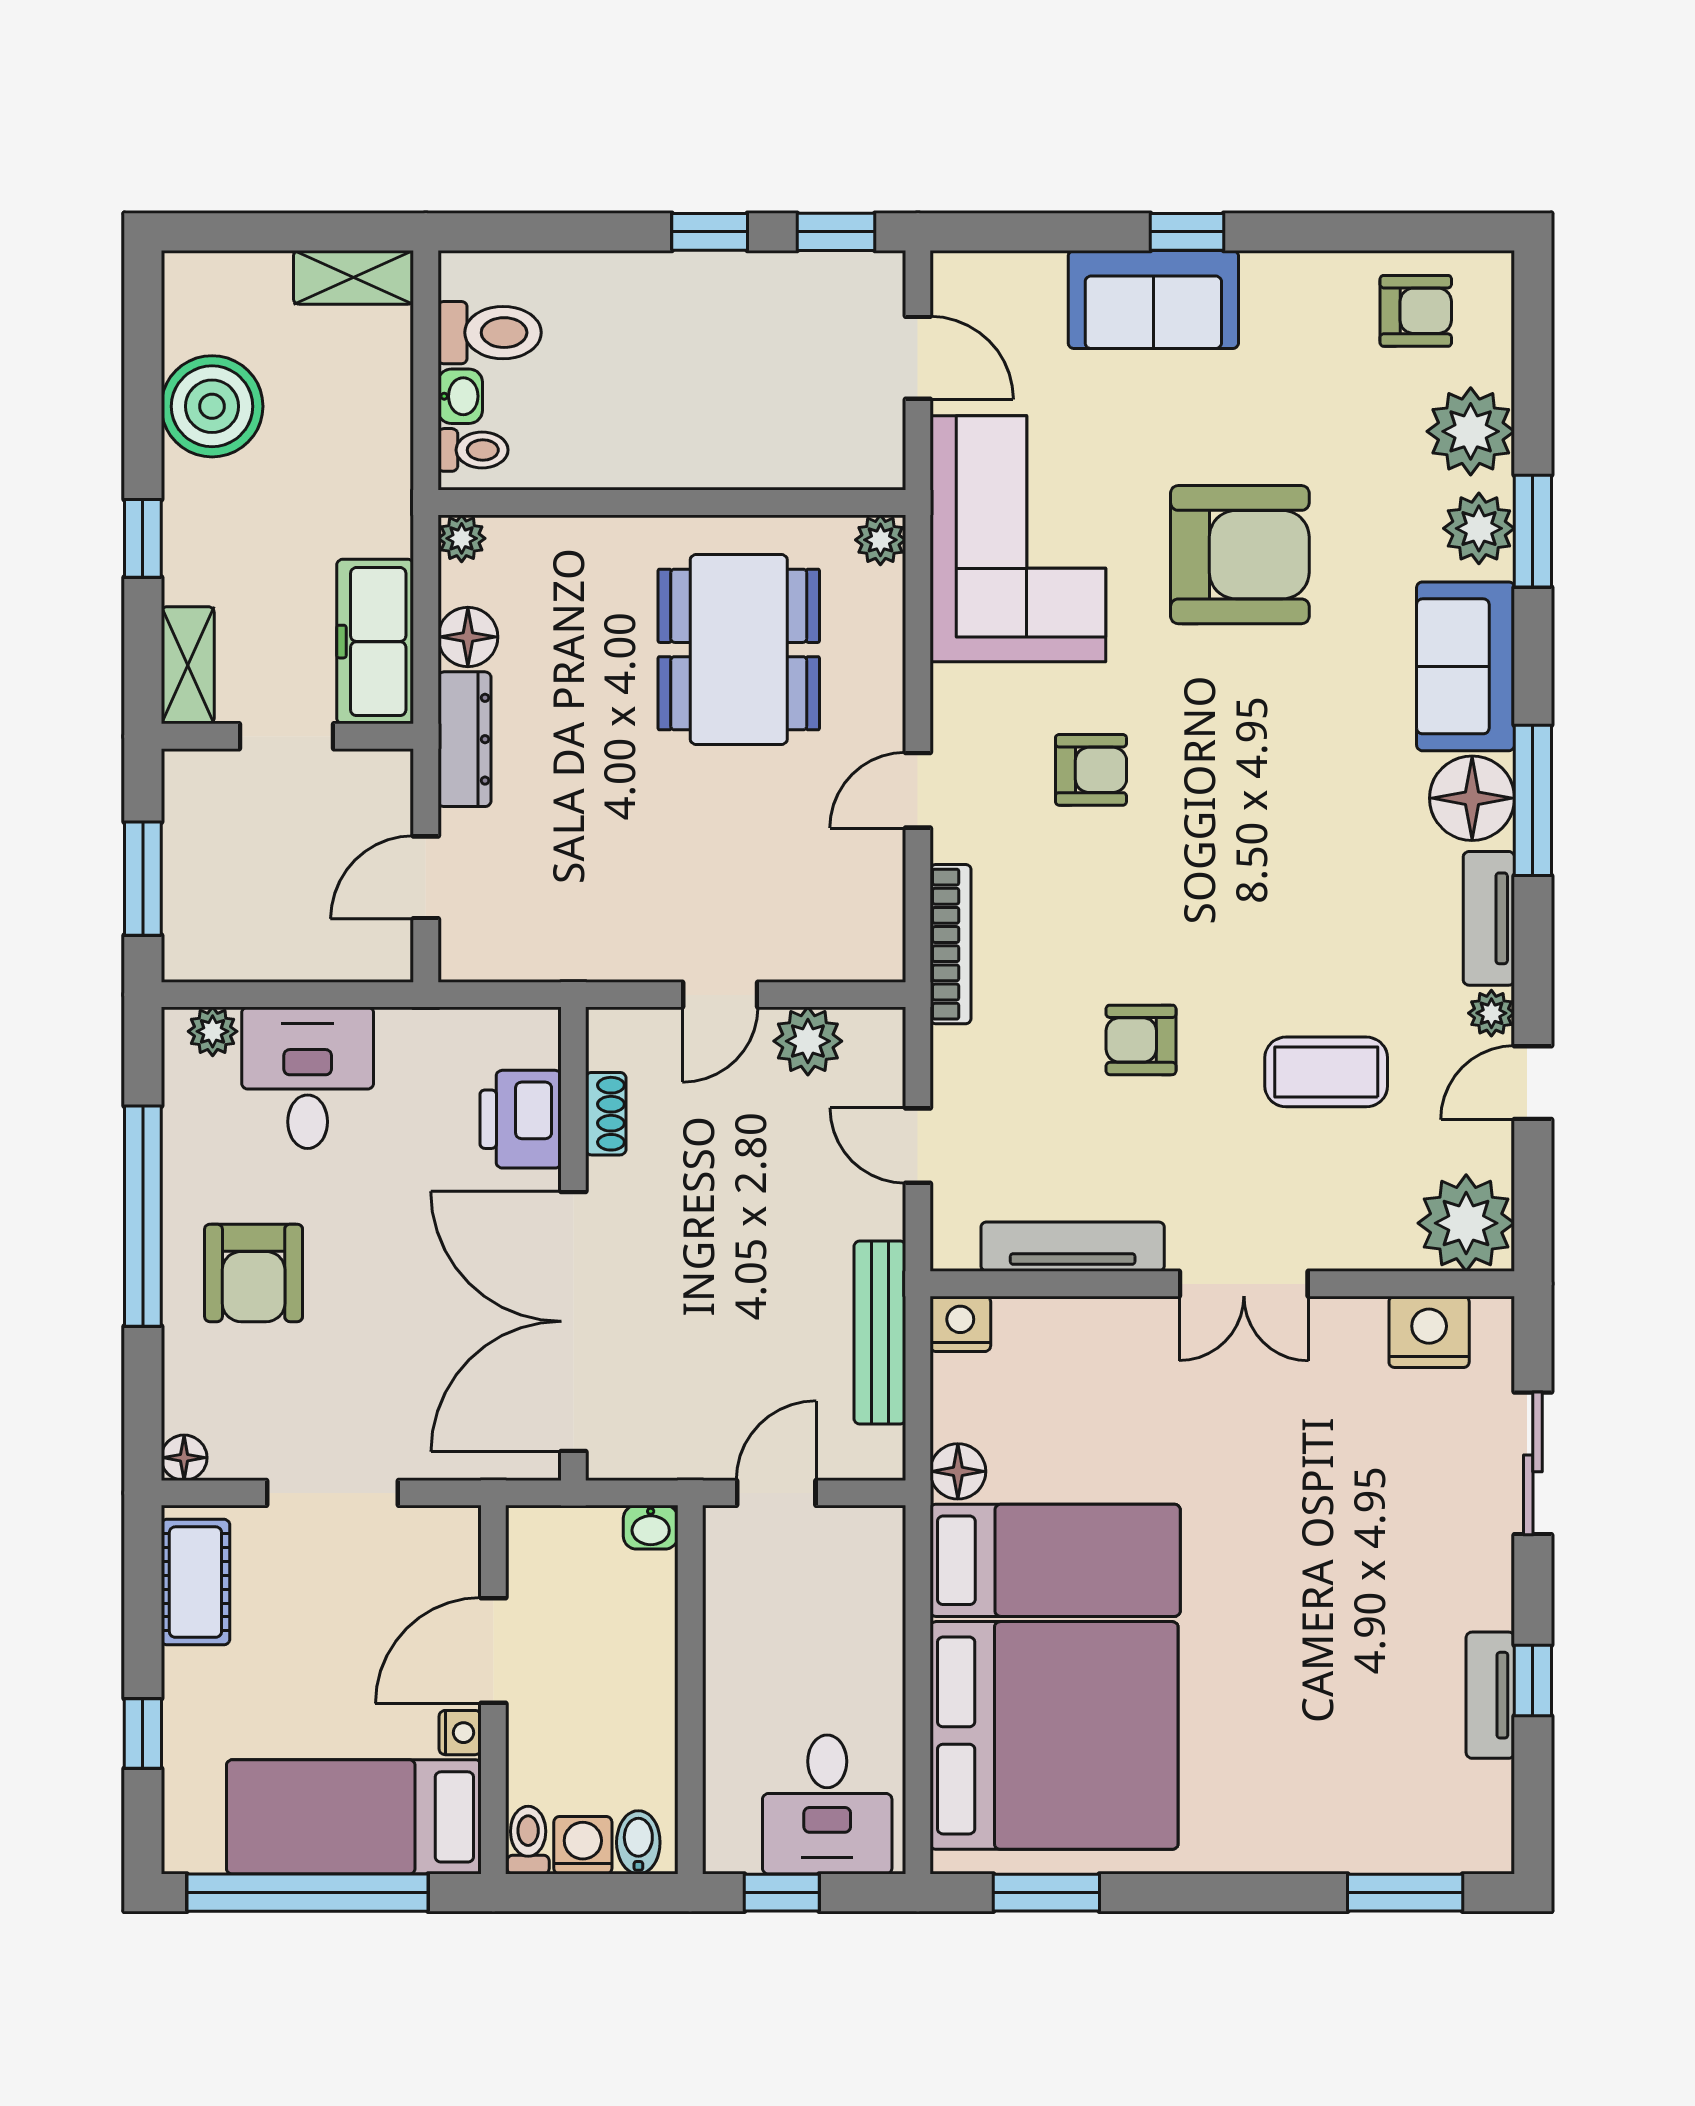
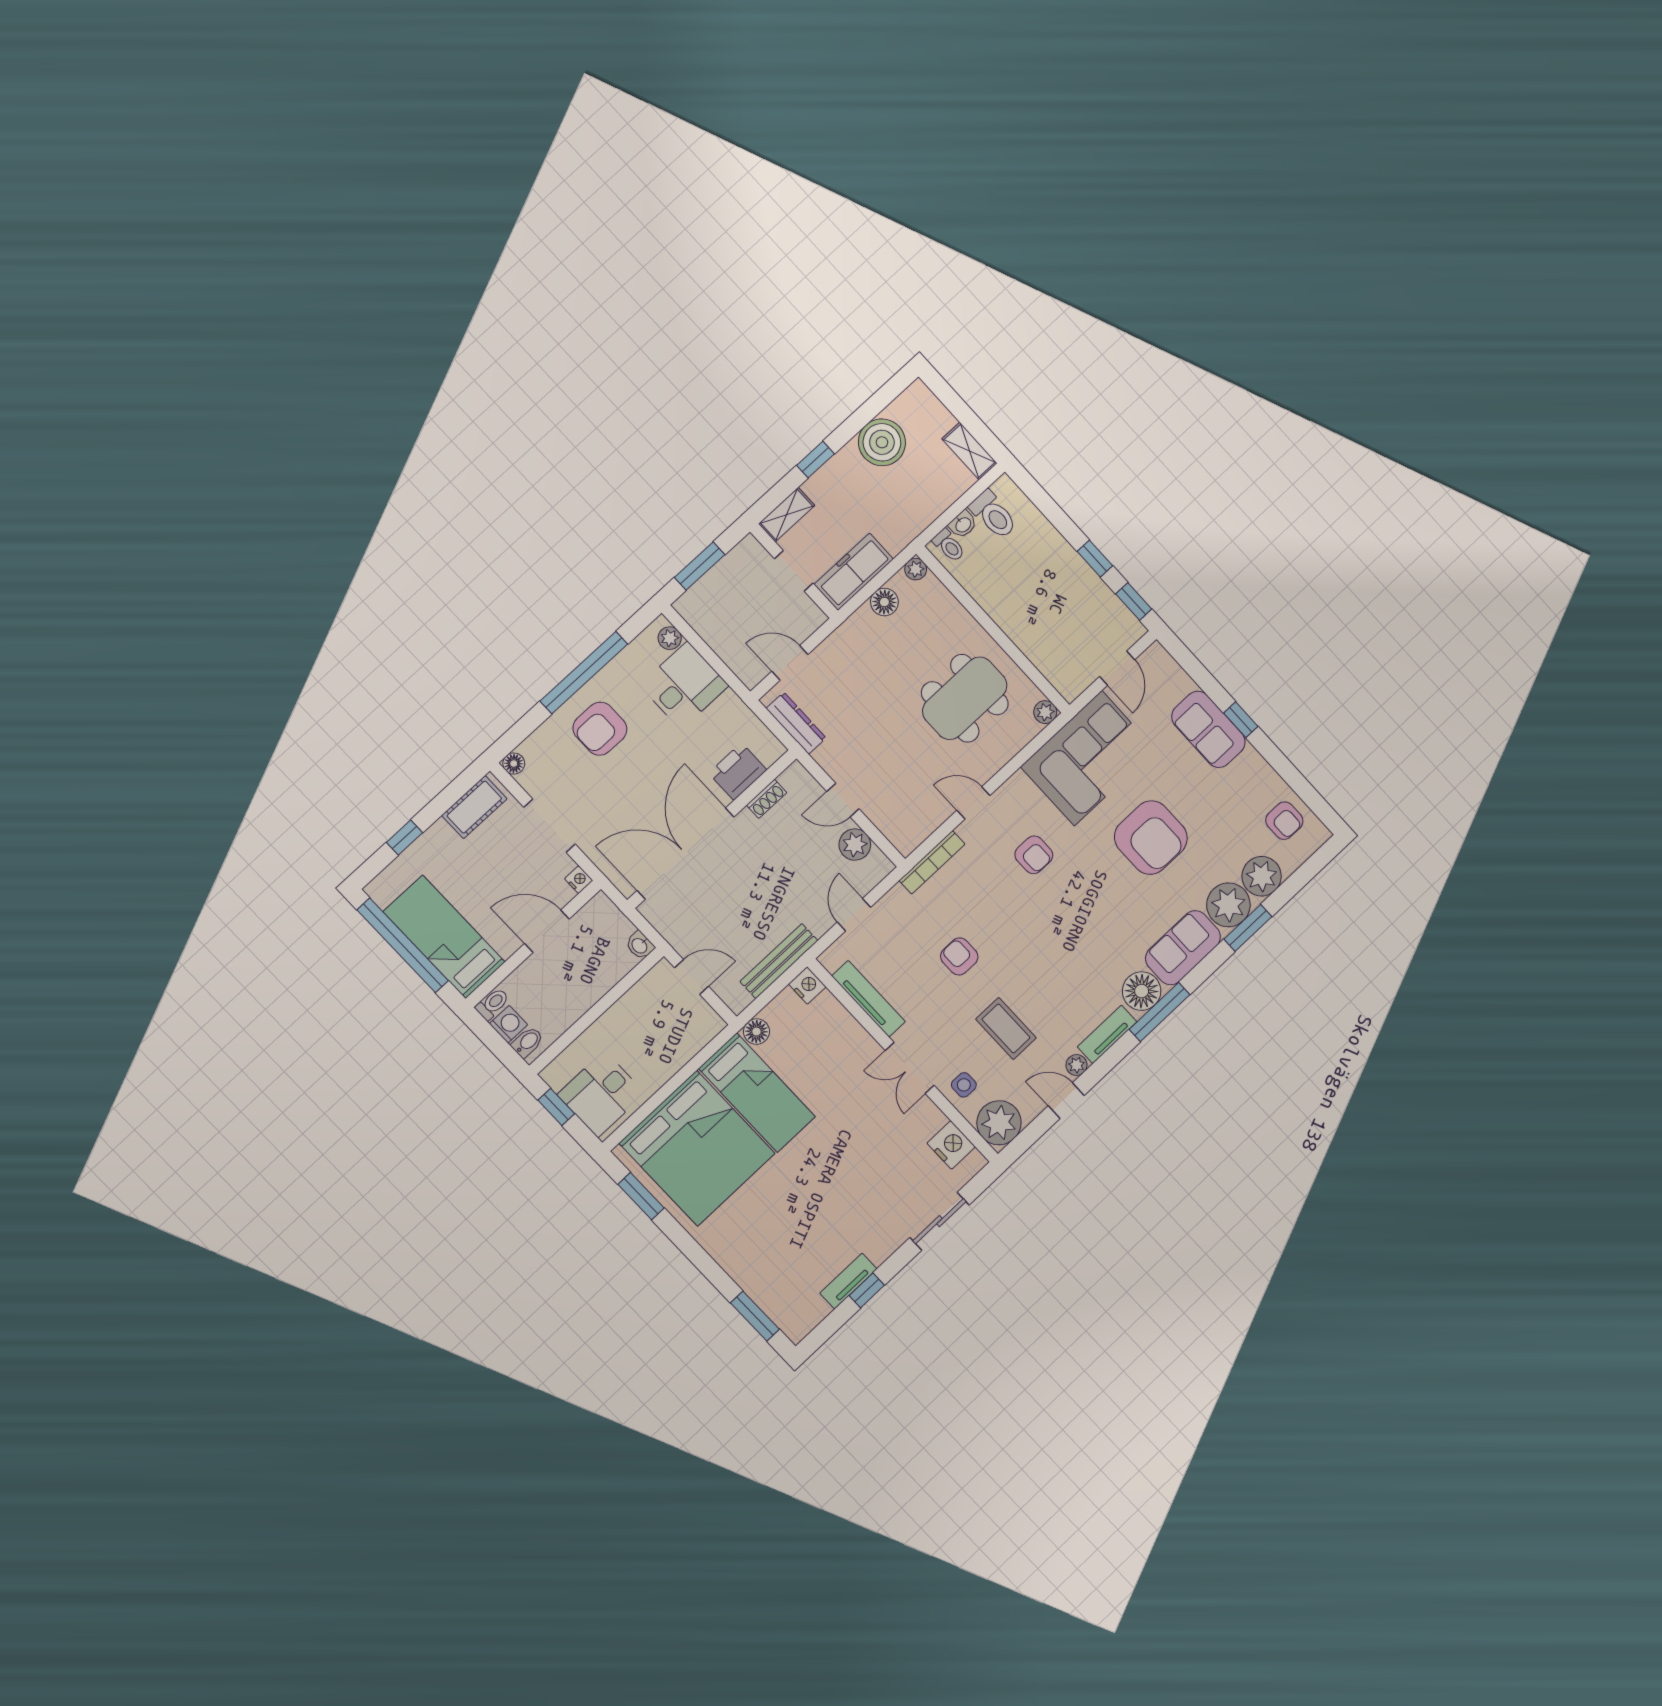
plant: (1479, 528) -> (1228, 905), width x1.36, depth x1.36
dresser: (464, 739) -> (796, 723), moved, turned -90
side table: (1352, 1223) -> (964, 1085), added
nightstand: (460, 1733) -> (579, 880), moved, turned -90

